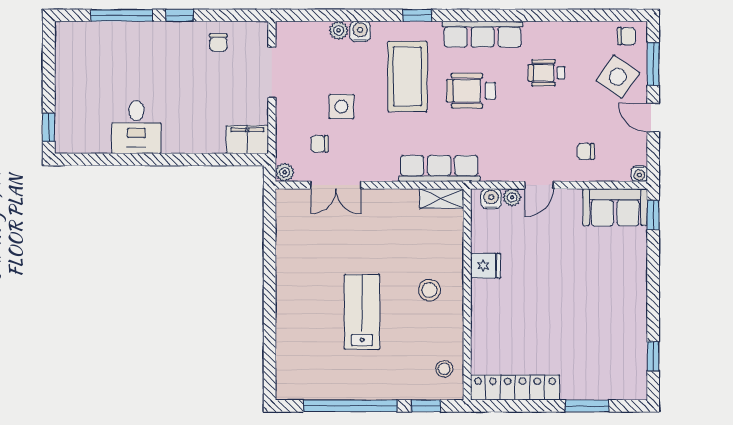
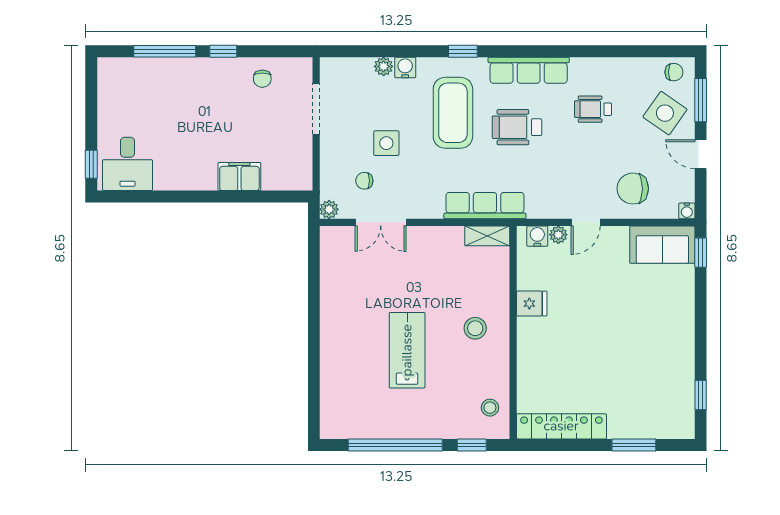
desk: (136, 127) -> (127, 164), moved
filing cabinet: (247, 140) -> (239, 176), moved
chair: (586, 152) -> (633, 189), width x1.87, depth x1.87

